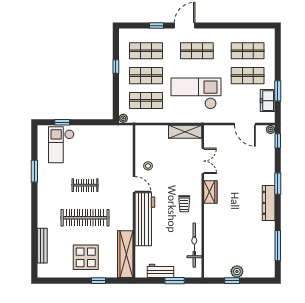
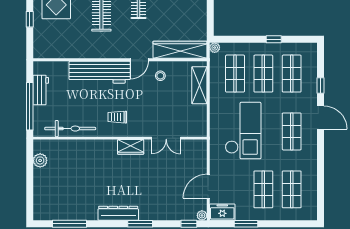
freezer: (268, 101) -> (222, 212), moved
shelving: (185, 132) -> (199, 85), moved
wardrobe: (125, 254) -> (180, 50), moved
plant: (237, 271) -> (40, 160), moved
window: (175, 281) -> (30, 106), width x2.11
window: (232, 281) -> (30, 172), removed

